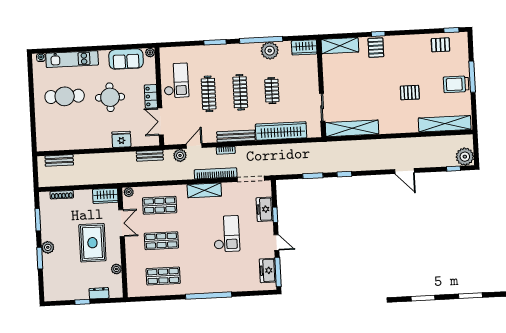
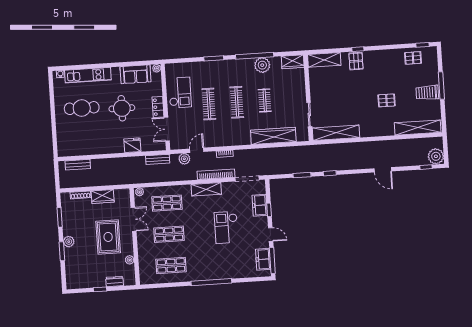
bench: (236, 136) -> (234, 141), removed
wardrobe: (105, 196) -> (103, 196), moved
checkout: (226, 234) -> (226, 227), turned 180

